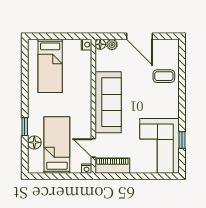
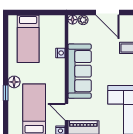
nightstand: (86, 45) -> (60, 53), moved
floor lamp: (34, 142) -> (14, 82), moved

